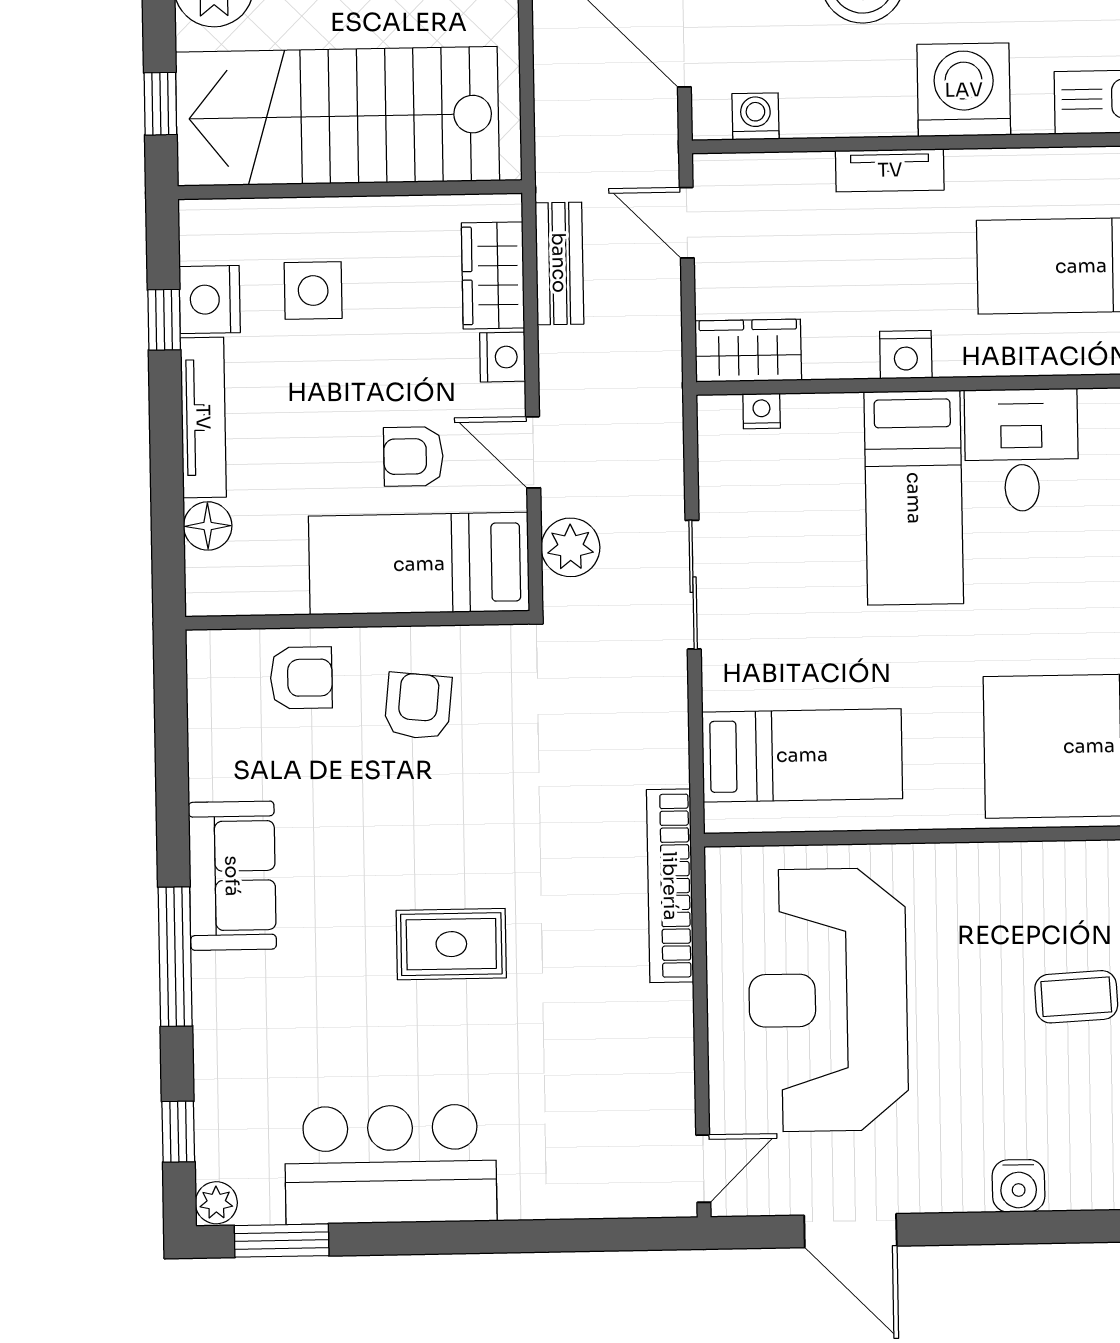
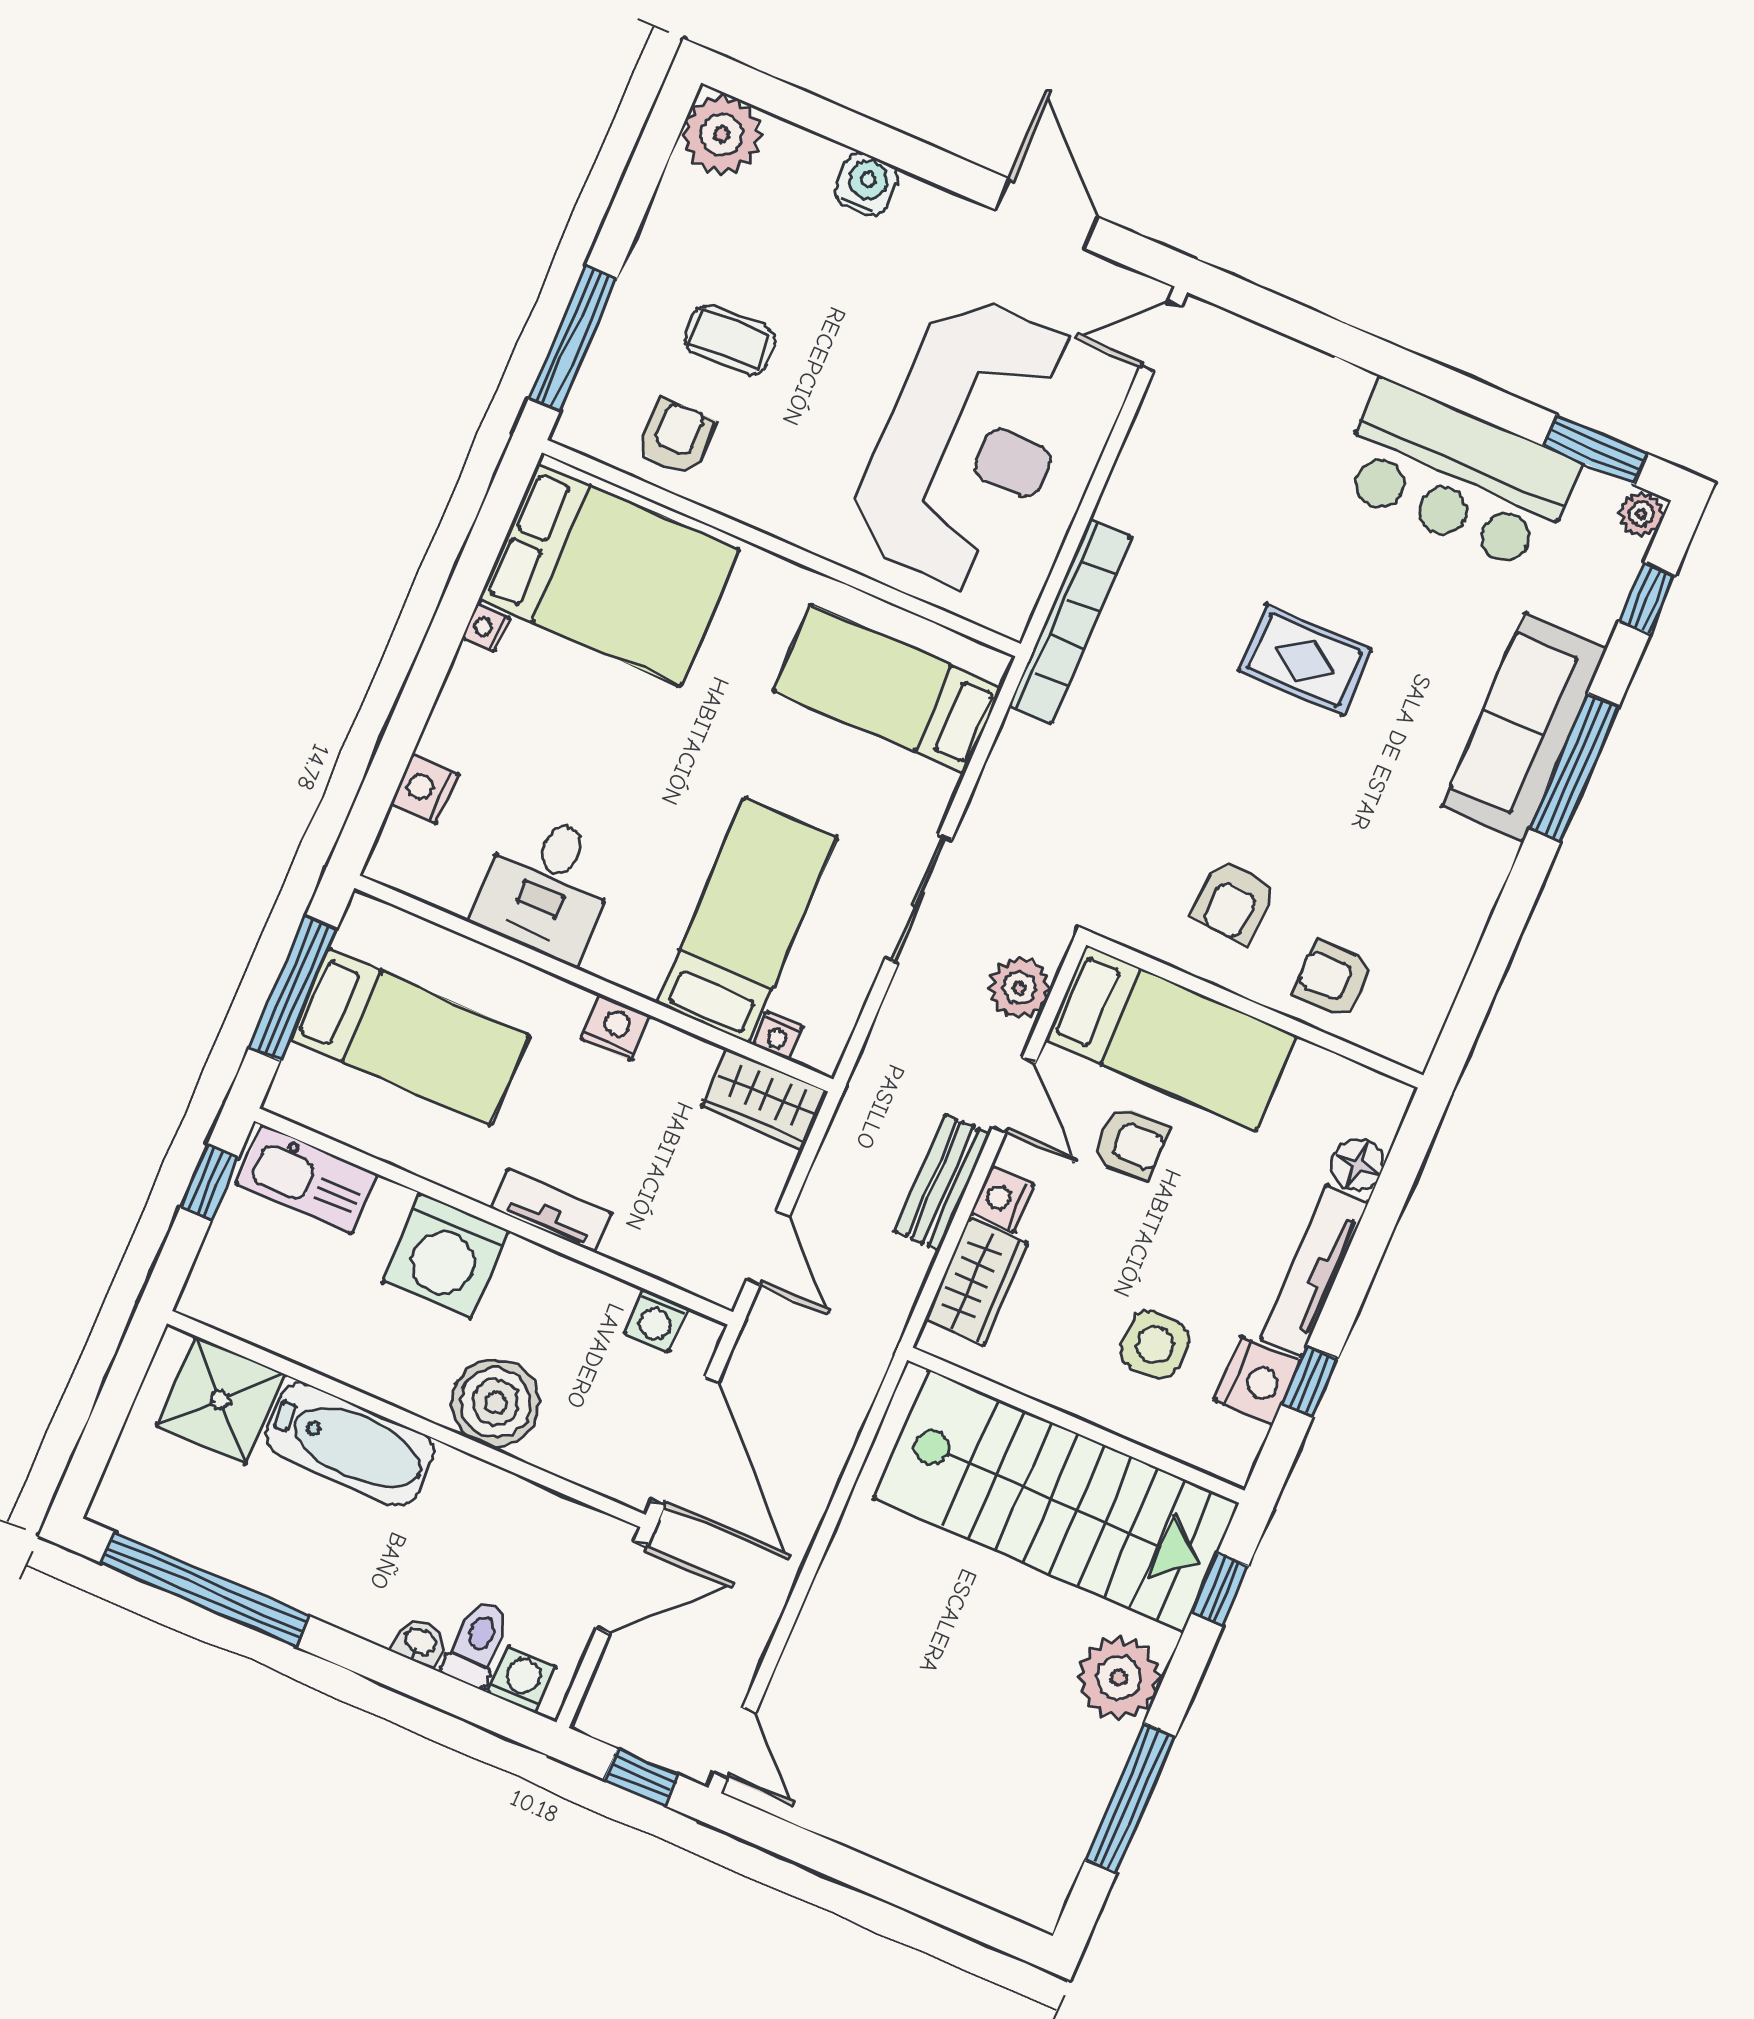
bench: (559, 263) -> (943, 1183), moved
bed: (914, 498) -> (747, 920), moved
sofa: (232, 876) -> (1525, 727), moved, width x1.36
armchair: (1085, 891) -> (676, 437), added

